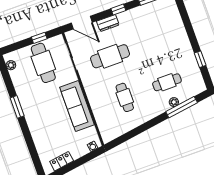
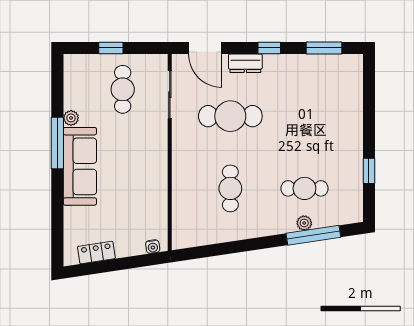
window: (39, 38) -> (111, 48), moved
cafe table: (43, 63) -> (123, 89), width x0.73, depth x0.74
plant: (11, 65) -> (71, 118), moved
sofa: (77, 106) -> (80, 166), moved, turned 180
window: (17, 107) -> (57, 143), width x1.44

